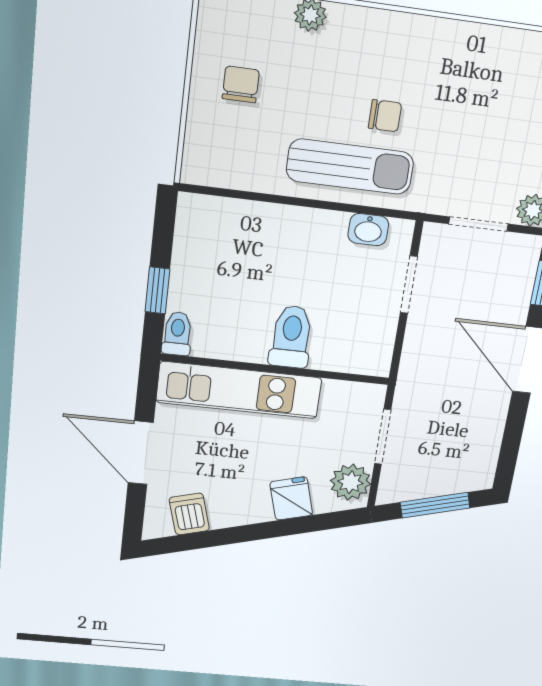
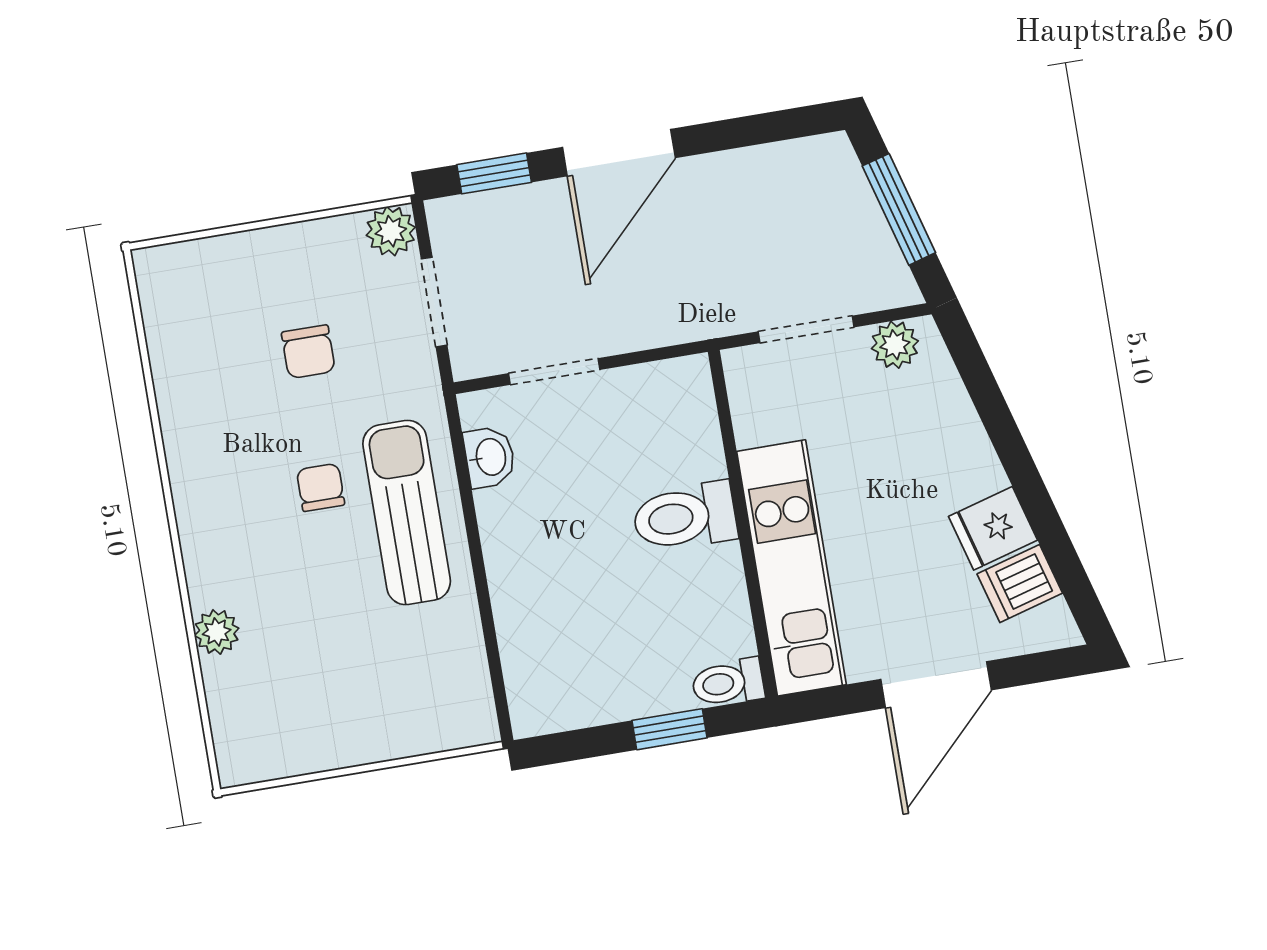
chair: (241, 84) -> (308, 352), moved, turned -90
plant: (350, 482) -> (895, 345), width x0.73, depth x0.73
fridge: (291, 499) -> (993, 528), moved

